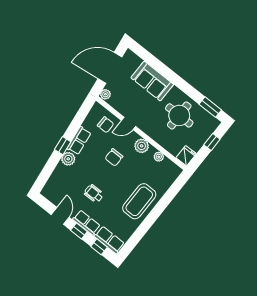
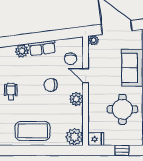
window: (63, 146) -> (29, 39), removed
plant: (159, 157) -> (74, 137), moved, width x1.88, depth x1.88

